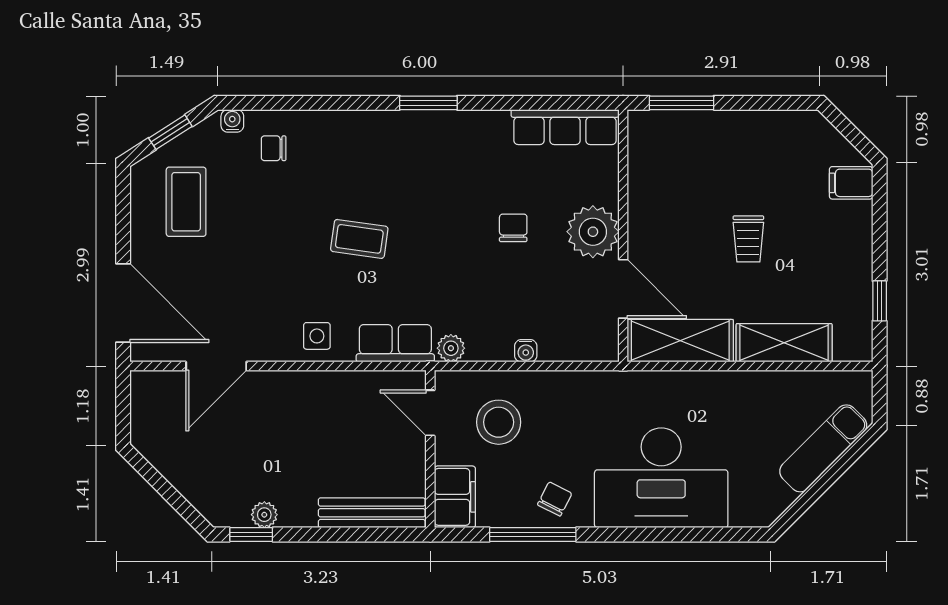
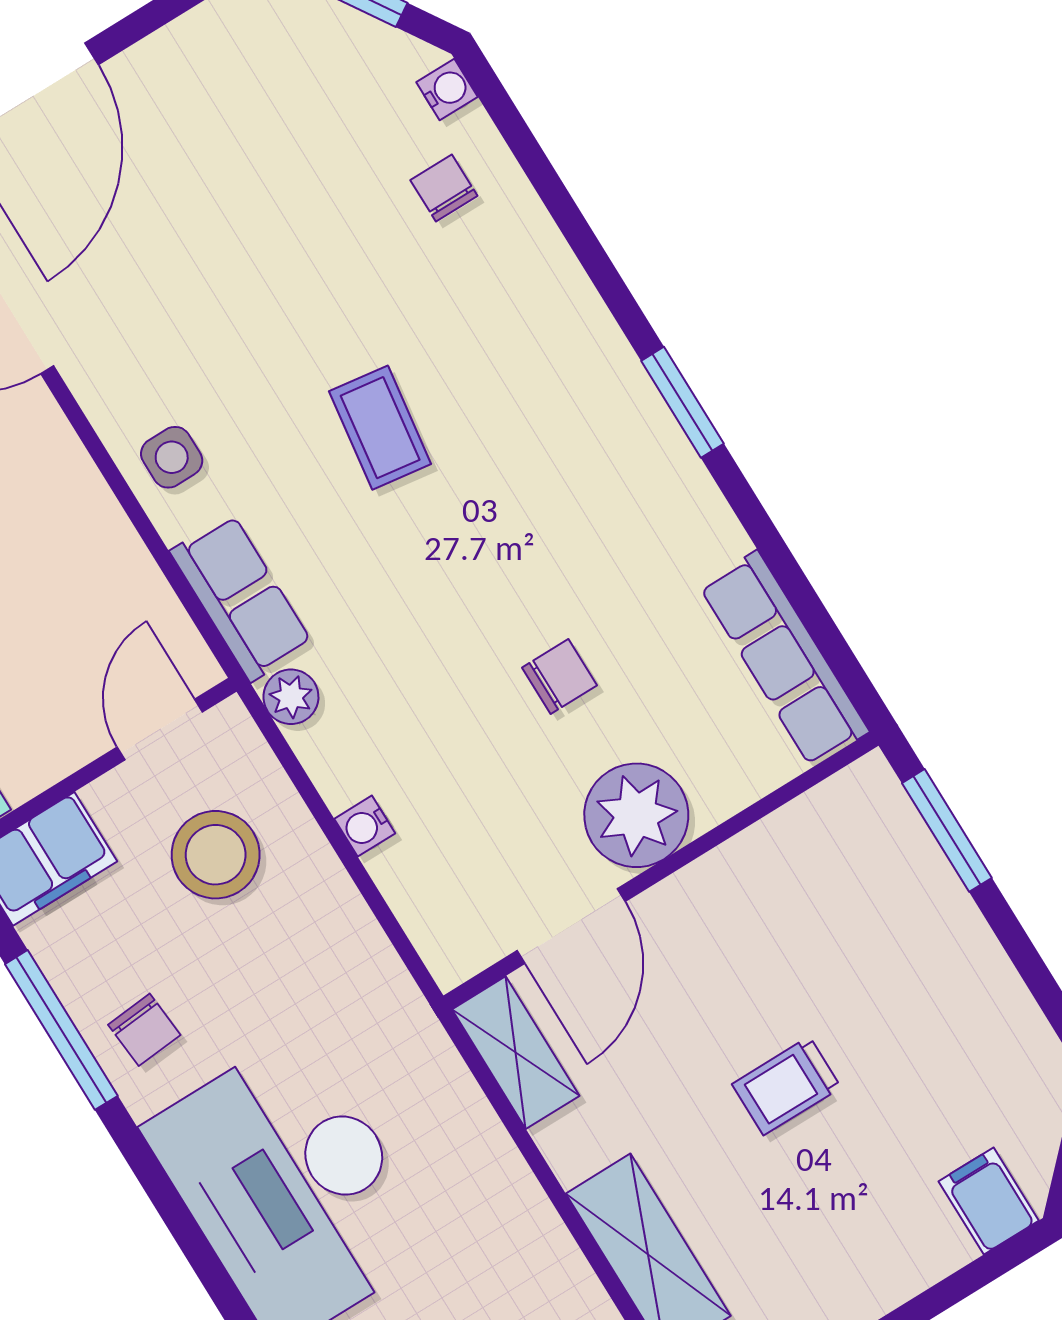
coffee table: (186, 202) -> (262, 96), removed
shelving: (680, 341) -> (516, 1053), width x0.67, depth x0.75
chair: (555, 499) -> (144, 1030), turned 58

